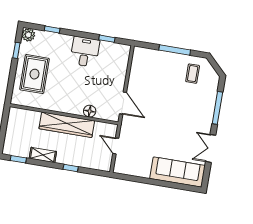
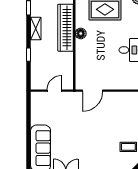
floor lamp: (90, 111) -> (81, 33), moved
wardrobe: (67, 125) -> (66, 28), moved

